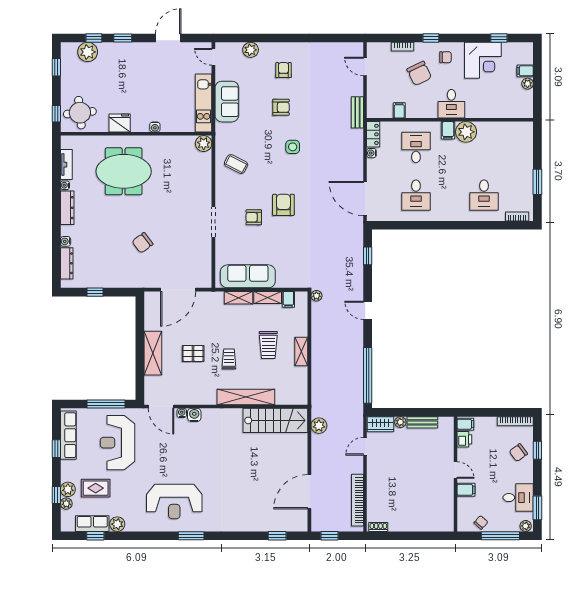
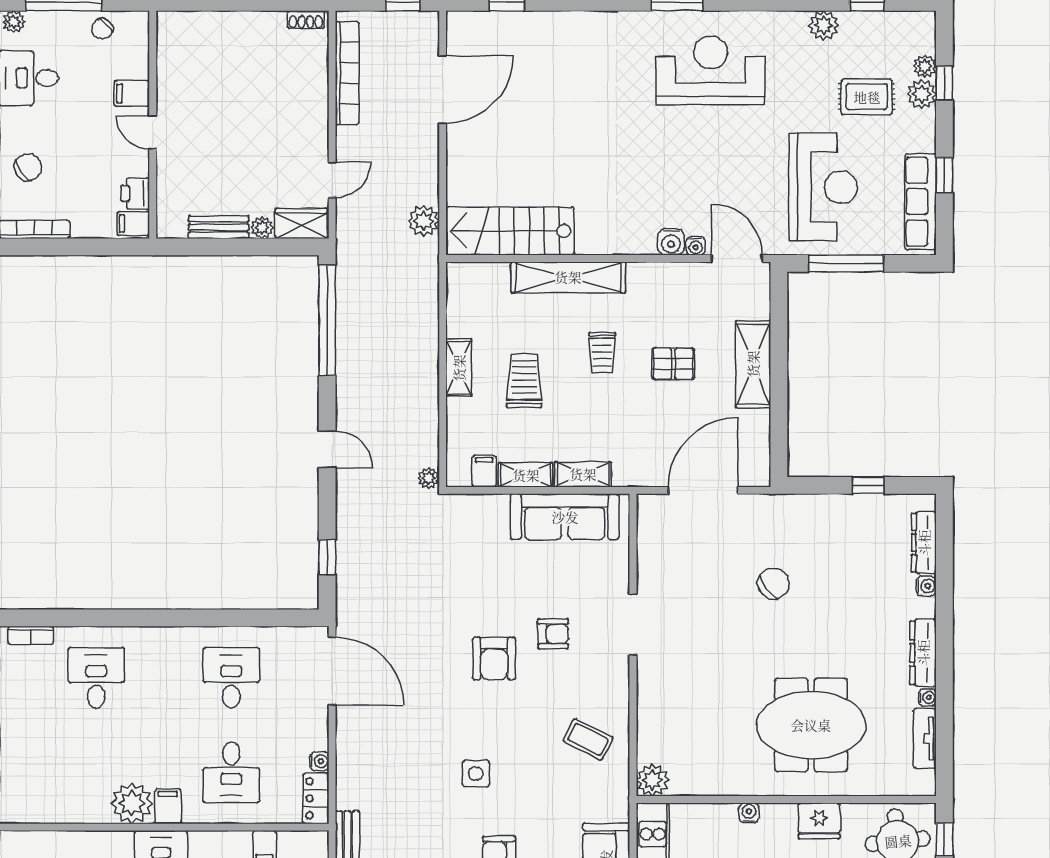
row of seats: (92, 524) -> (873, 26), removed

